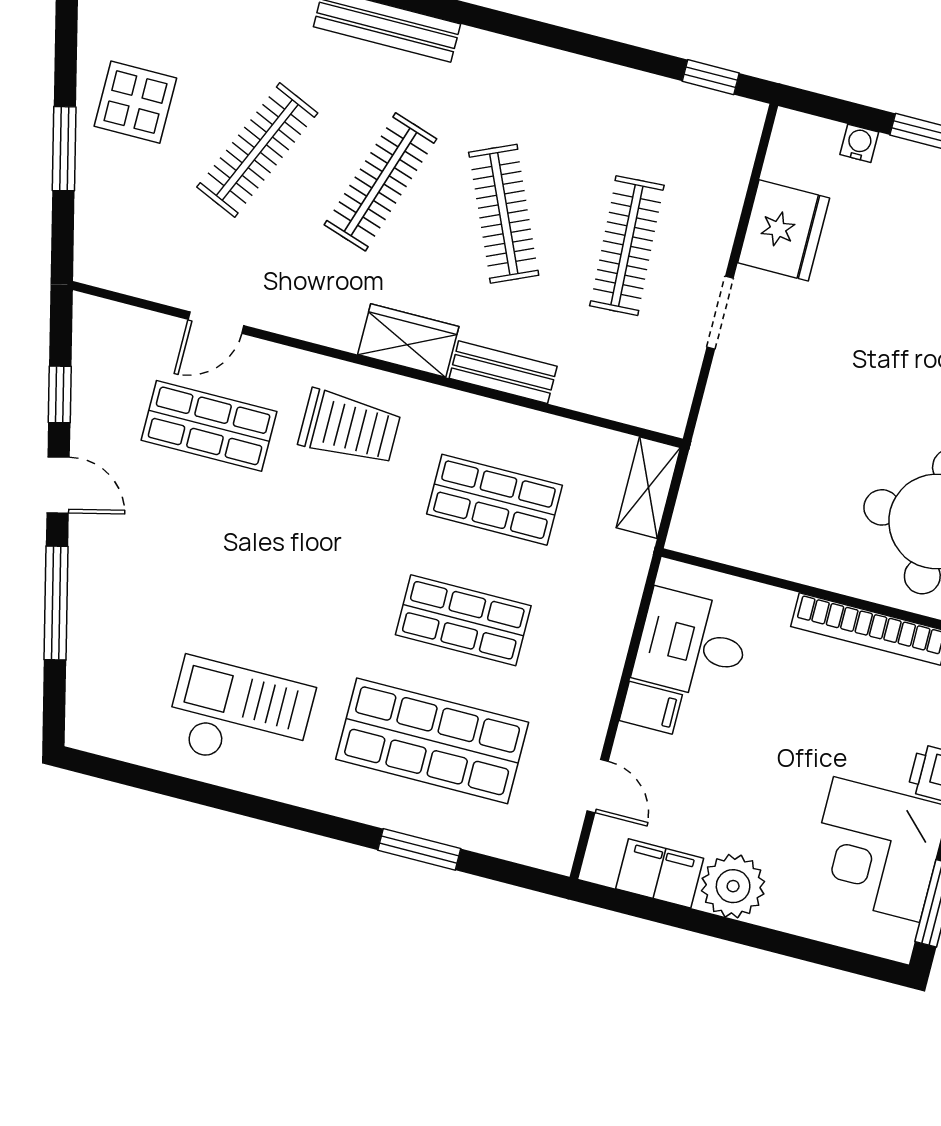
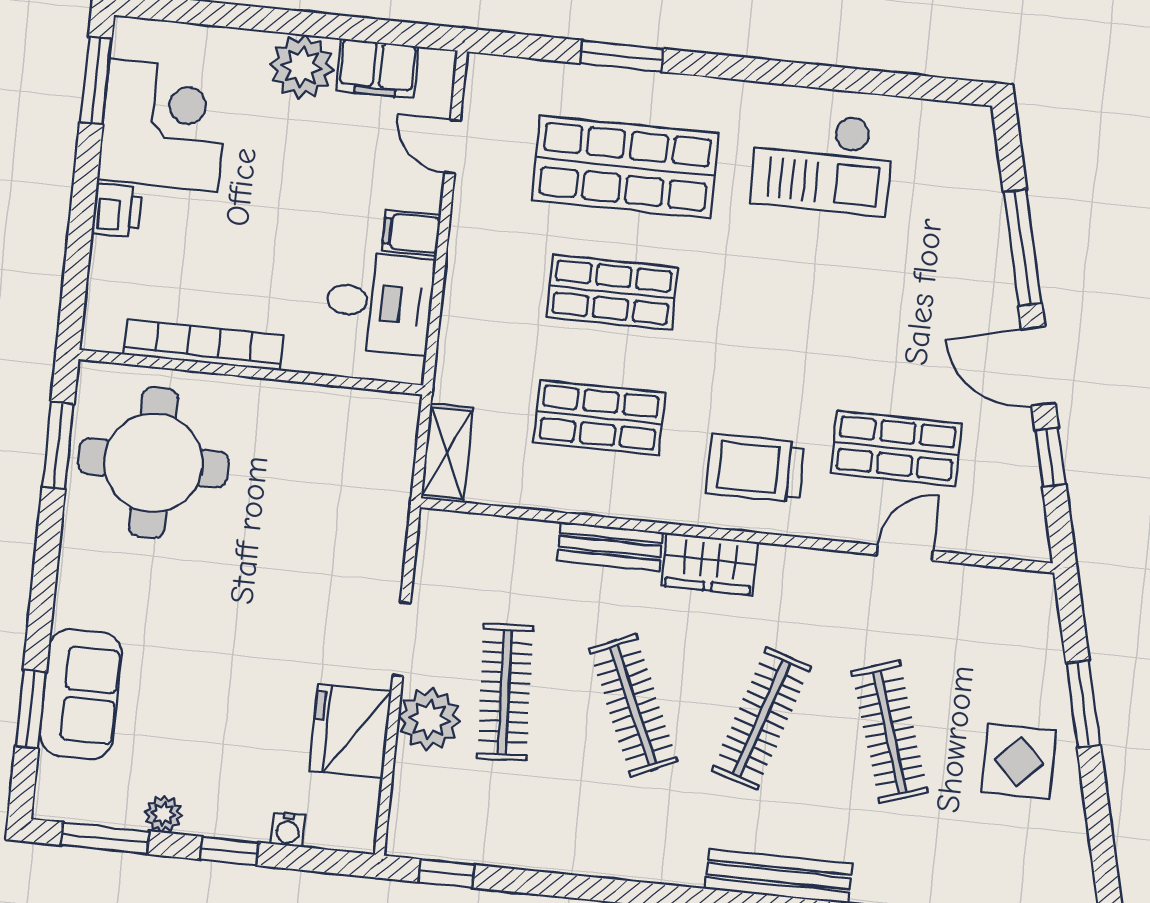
clothes rail: (257, 150) -> (890, 732), turned -42
plant: (705, 230) -> (429, 719), added
door: (58, 485) -> (1038, 366), width x1.38

